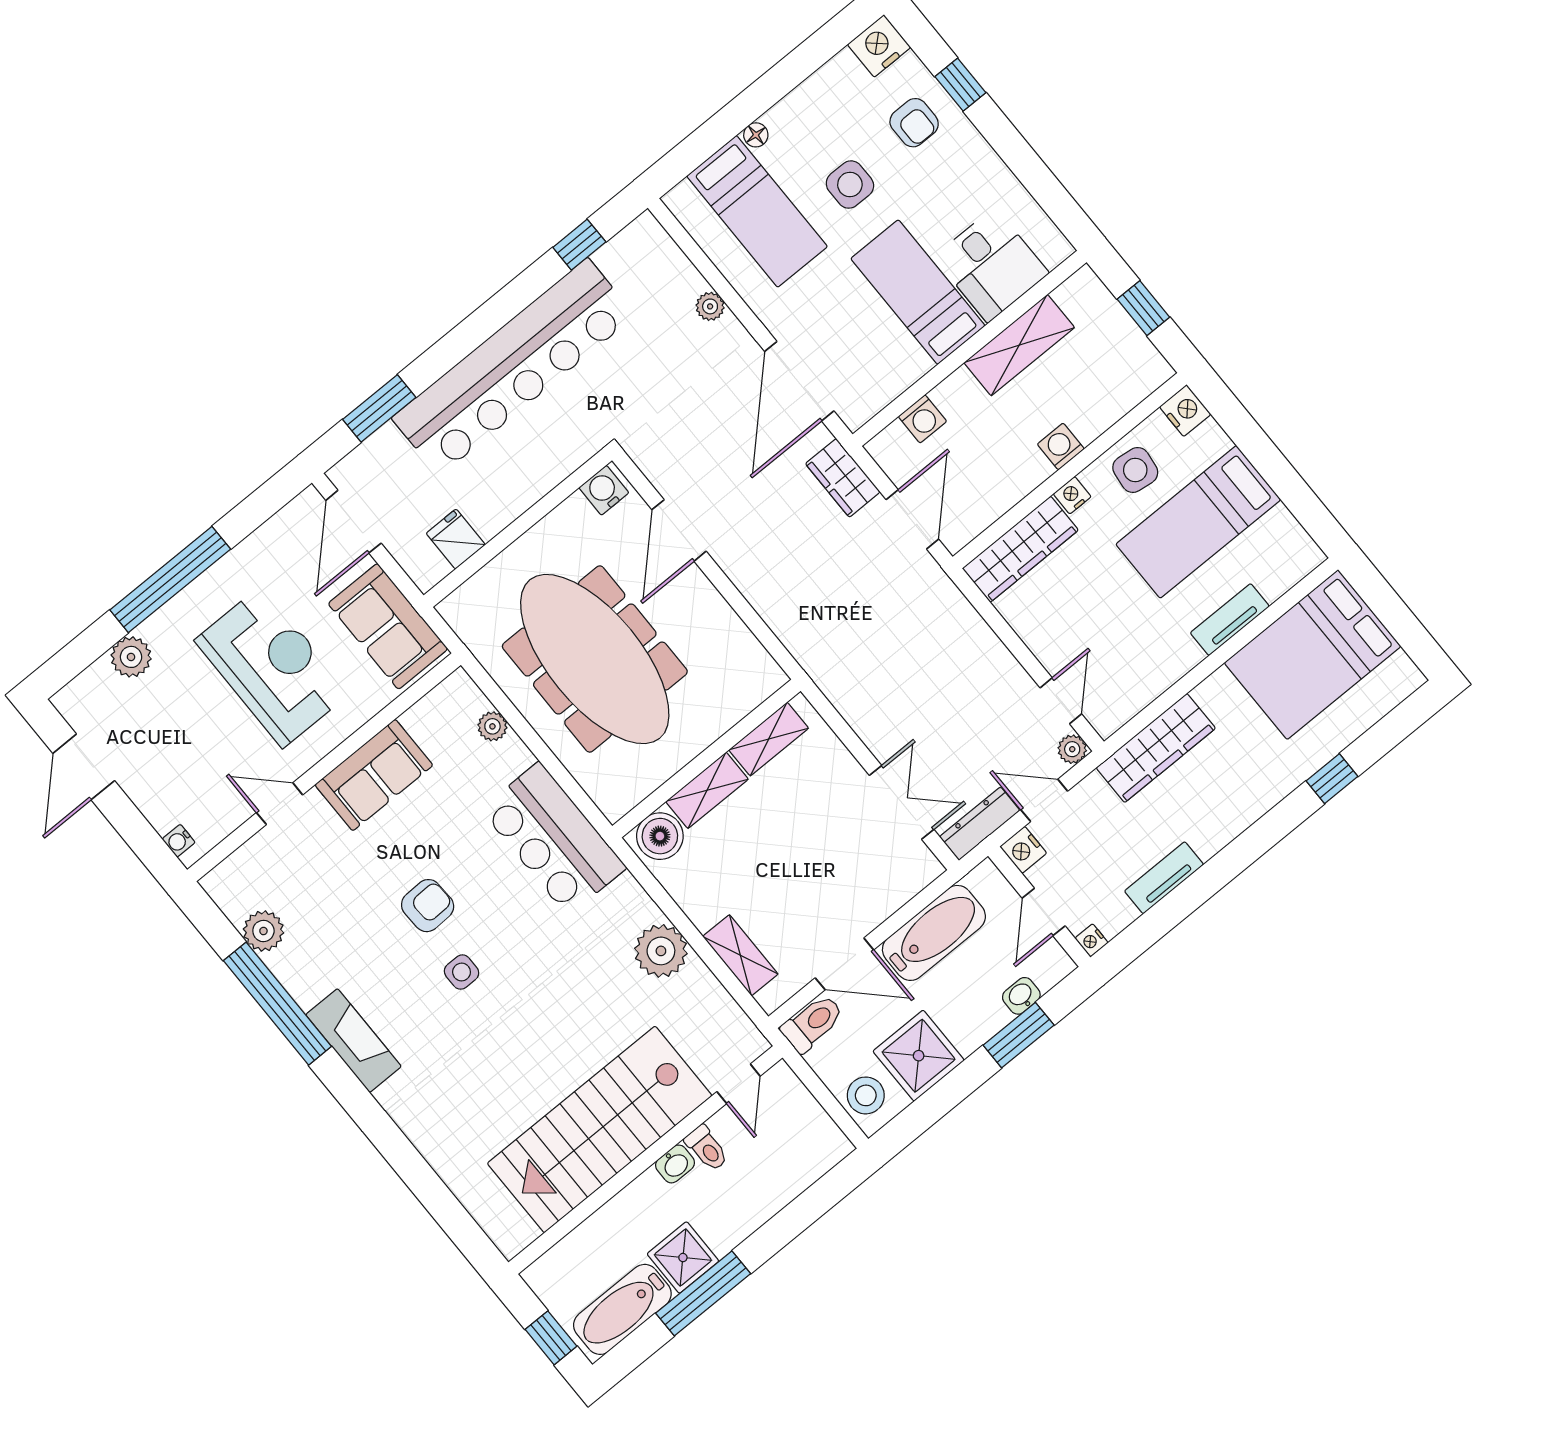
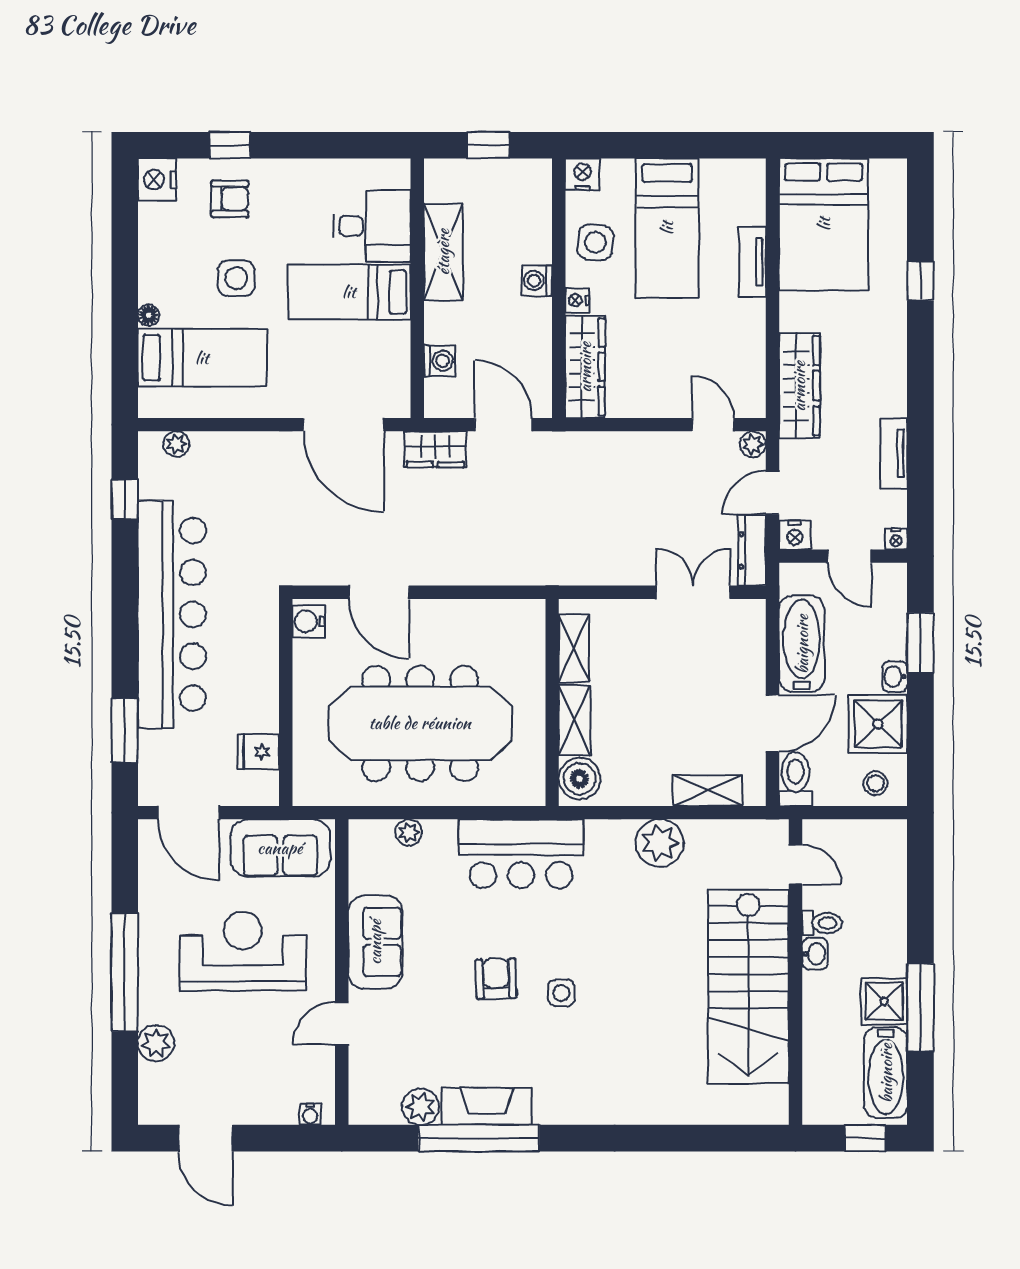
plant: (710, 306) -> (176, 444), moved
washbasin: (1021, 996) -> (895, 677), moved
fireplace: (354, 1040) -> (487, 1106), moved
stool: (866, 1095) -> (876, 783), width x0.73, depth x0.73

